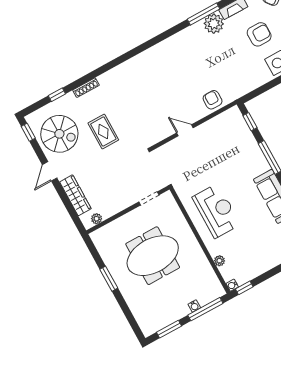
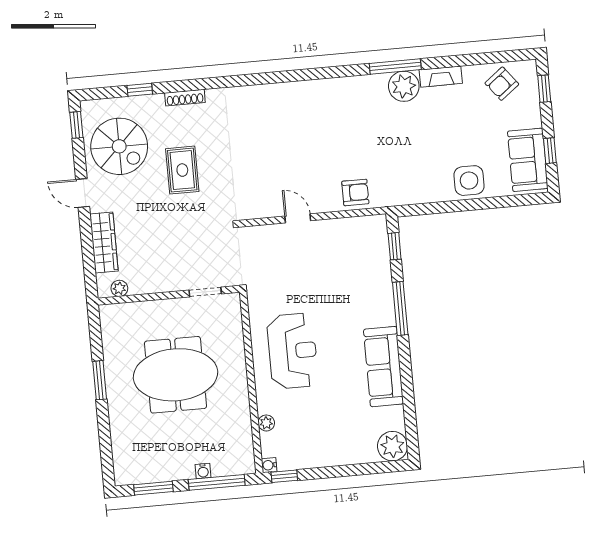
armchair: (259, 34) -> (461, 129), removed
armchair: (213, 100) -> (355, 192), turned 90
door: (50, 171) -> (83, 193), hinge flipped

